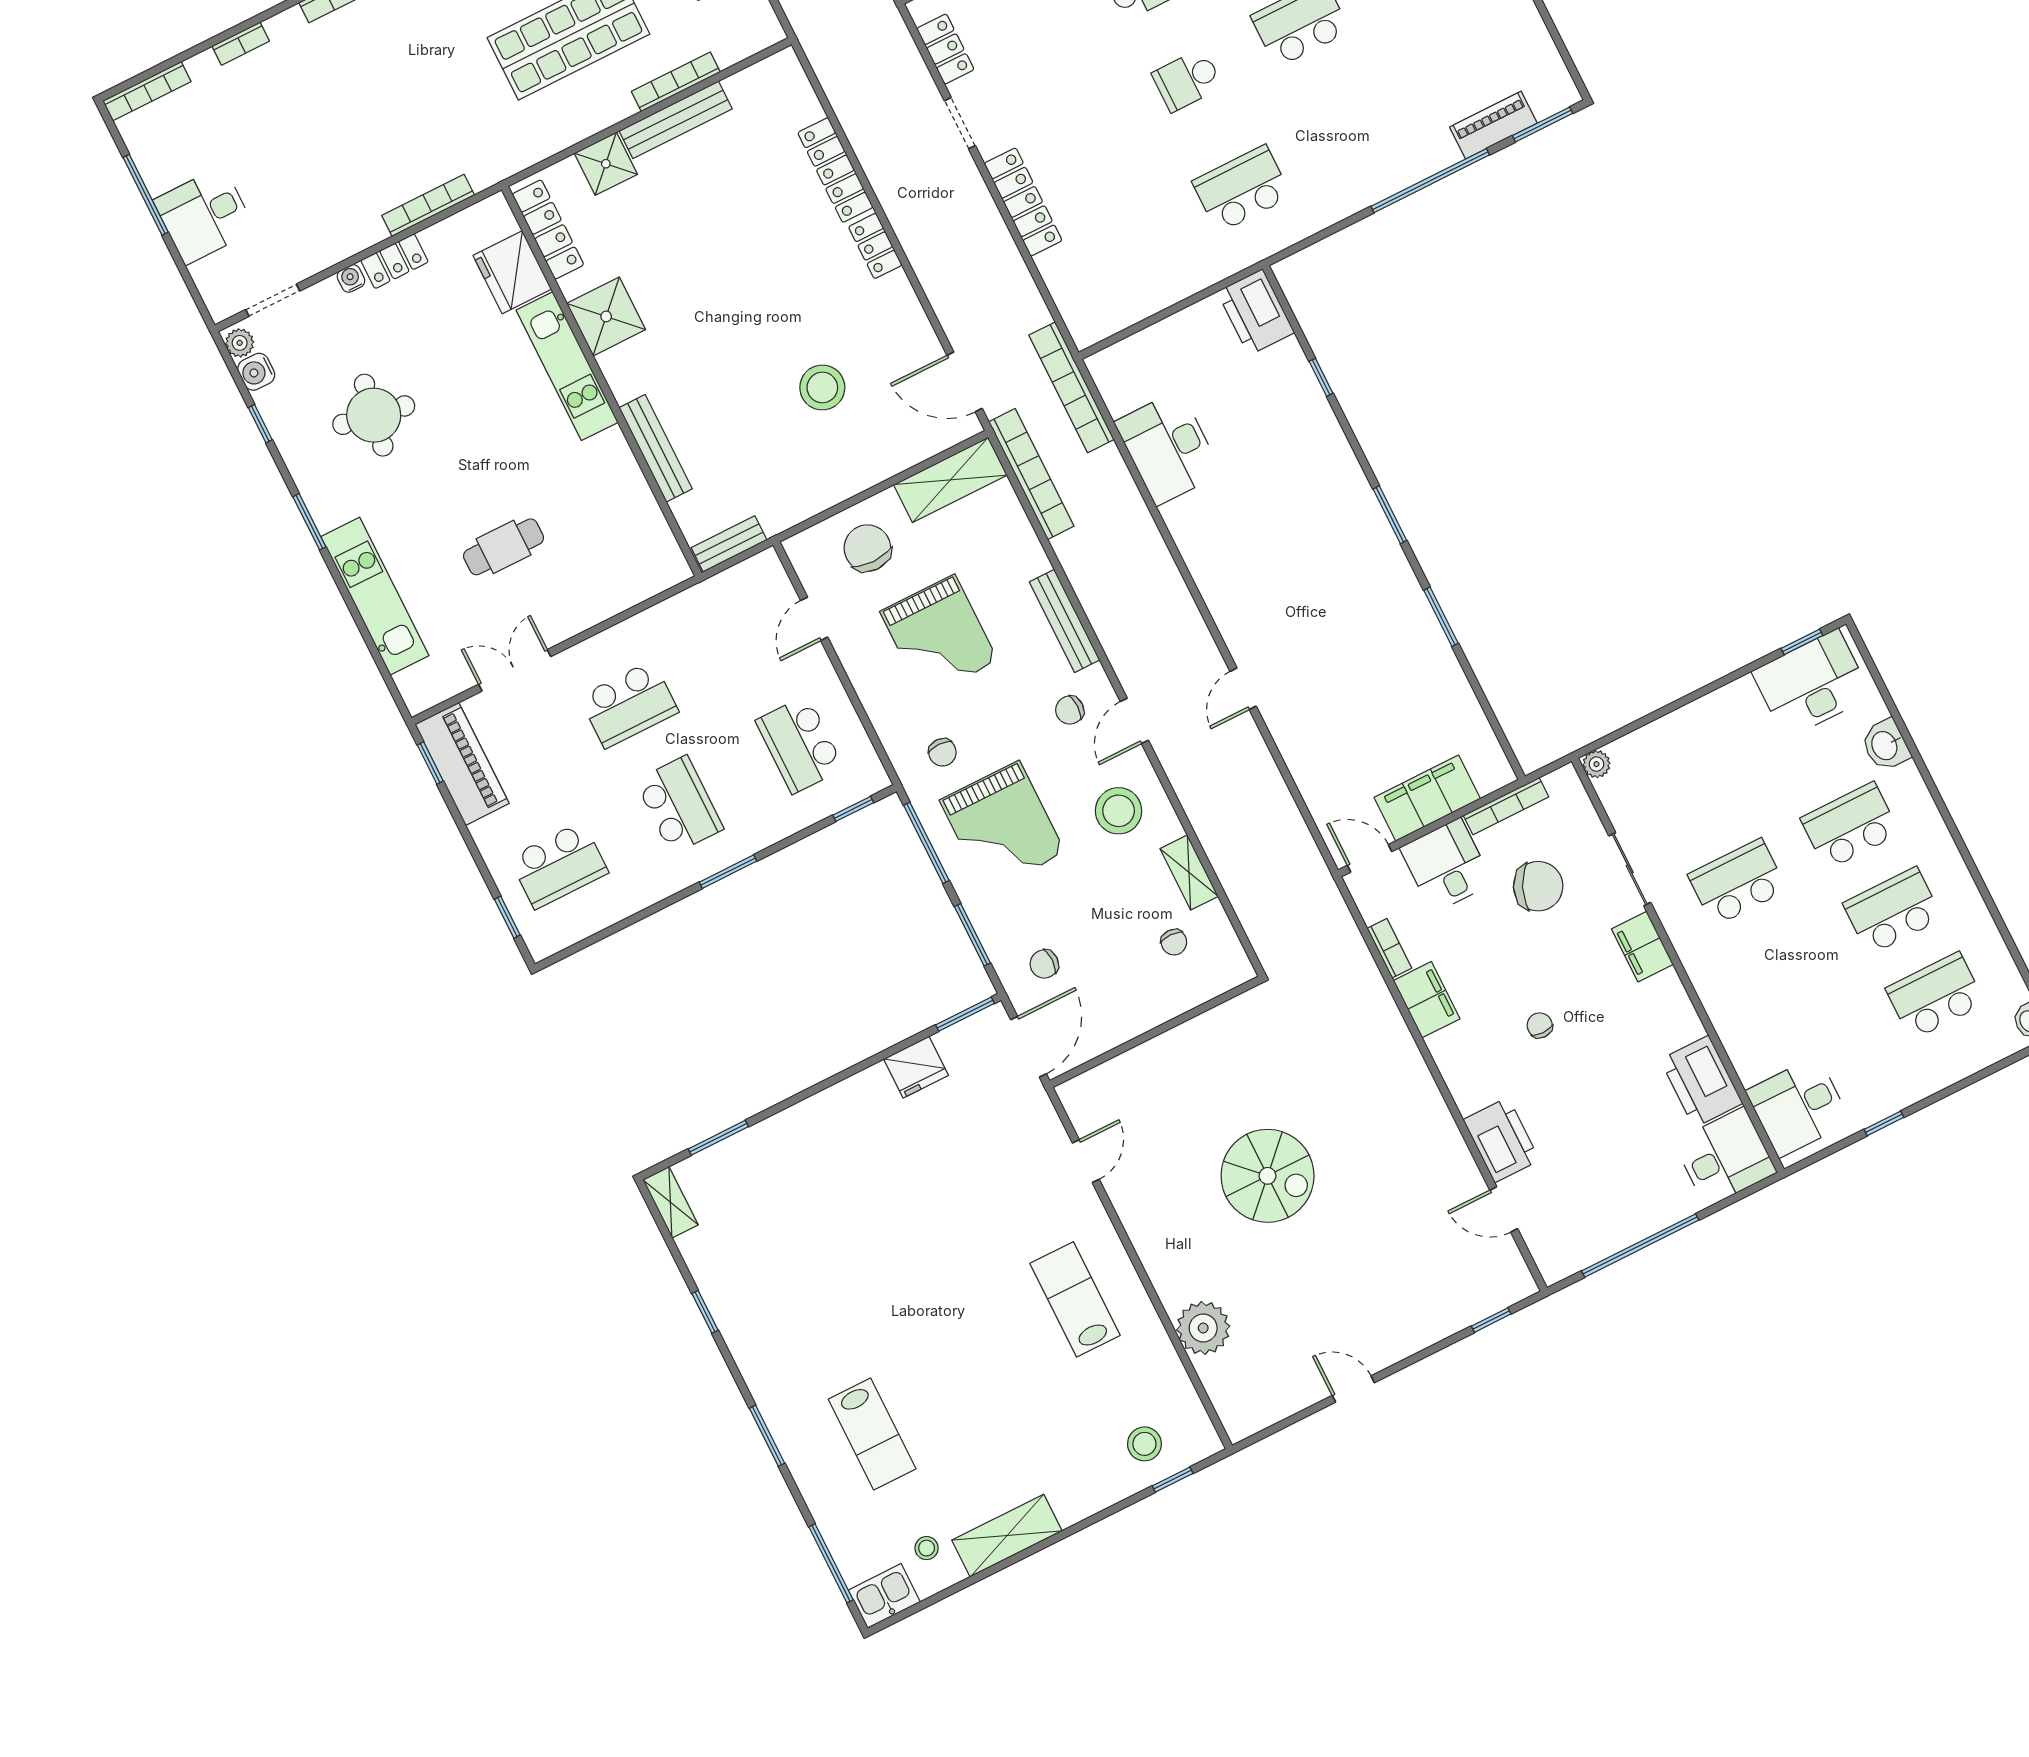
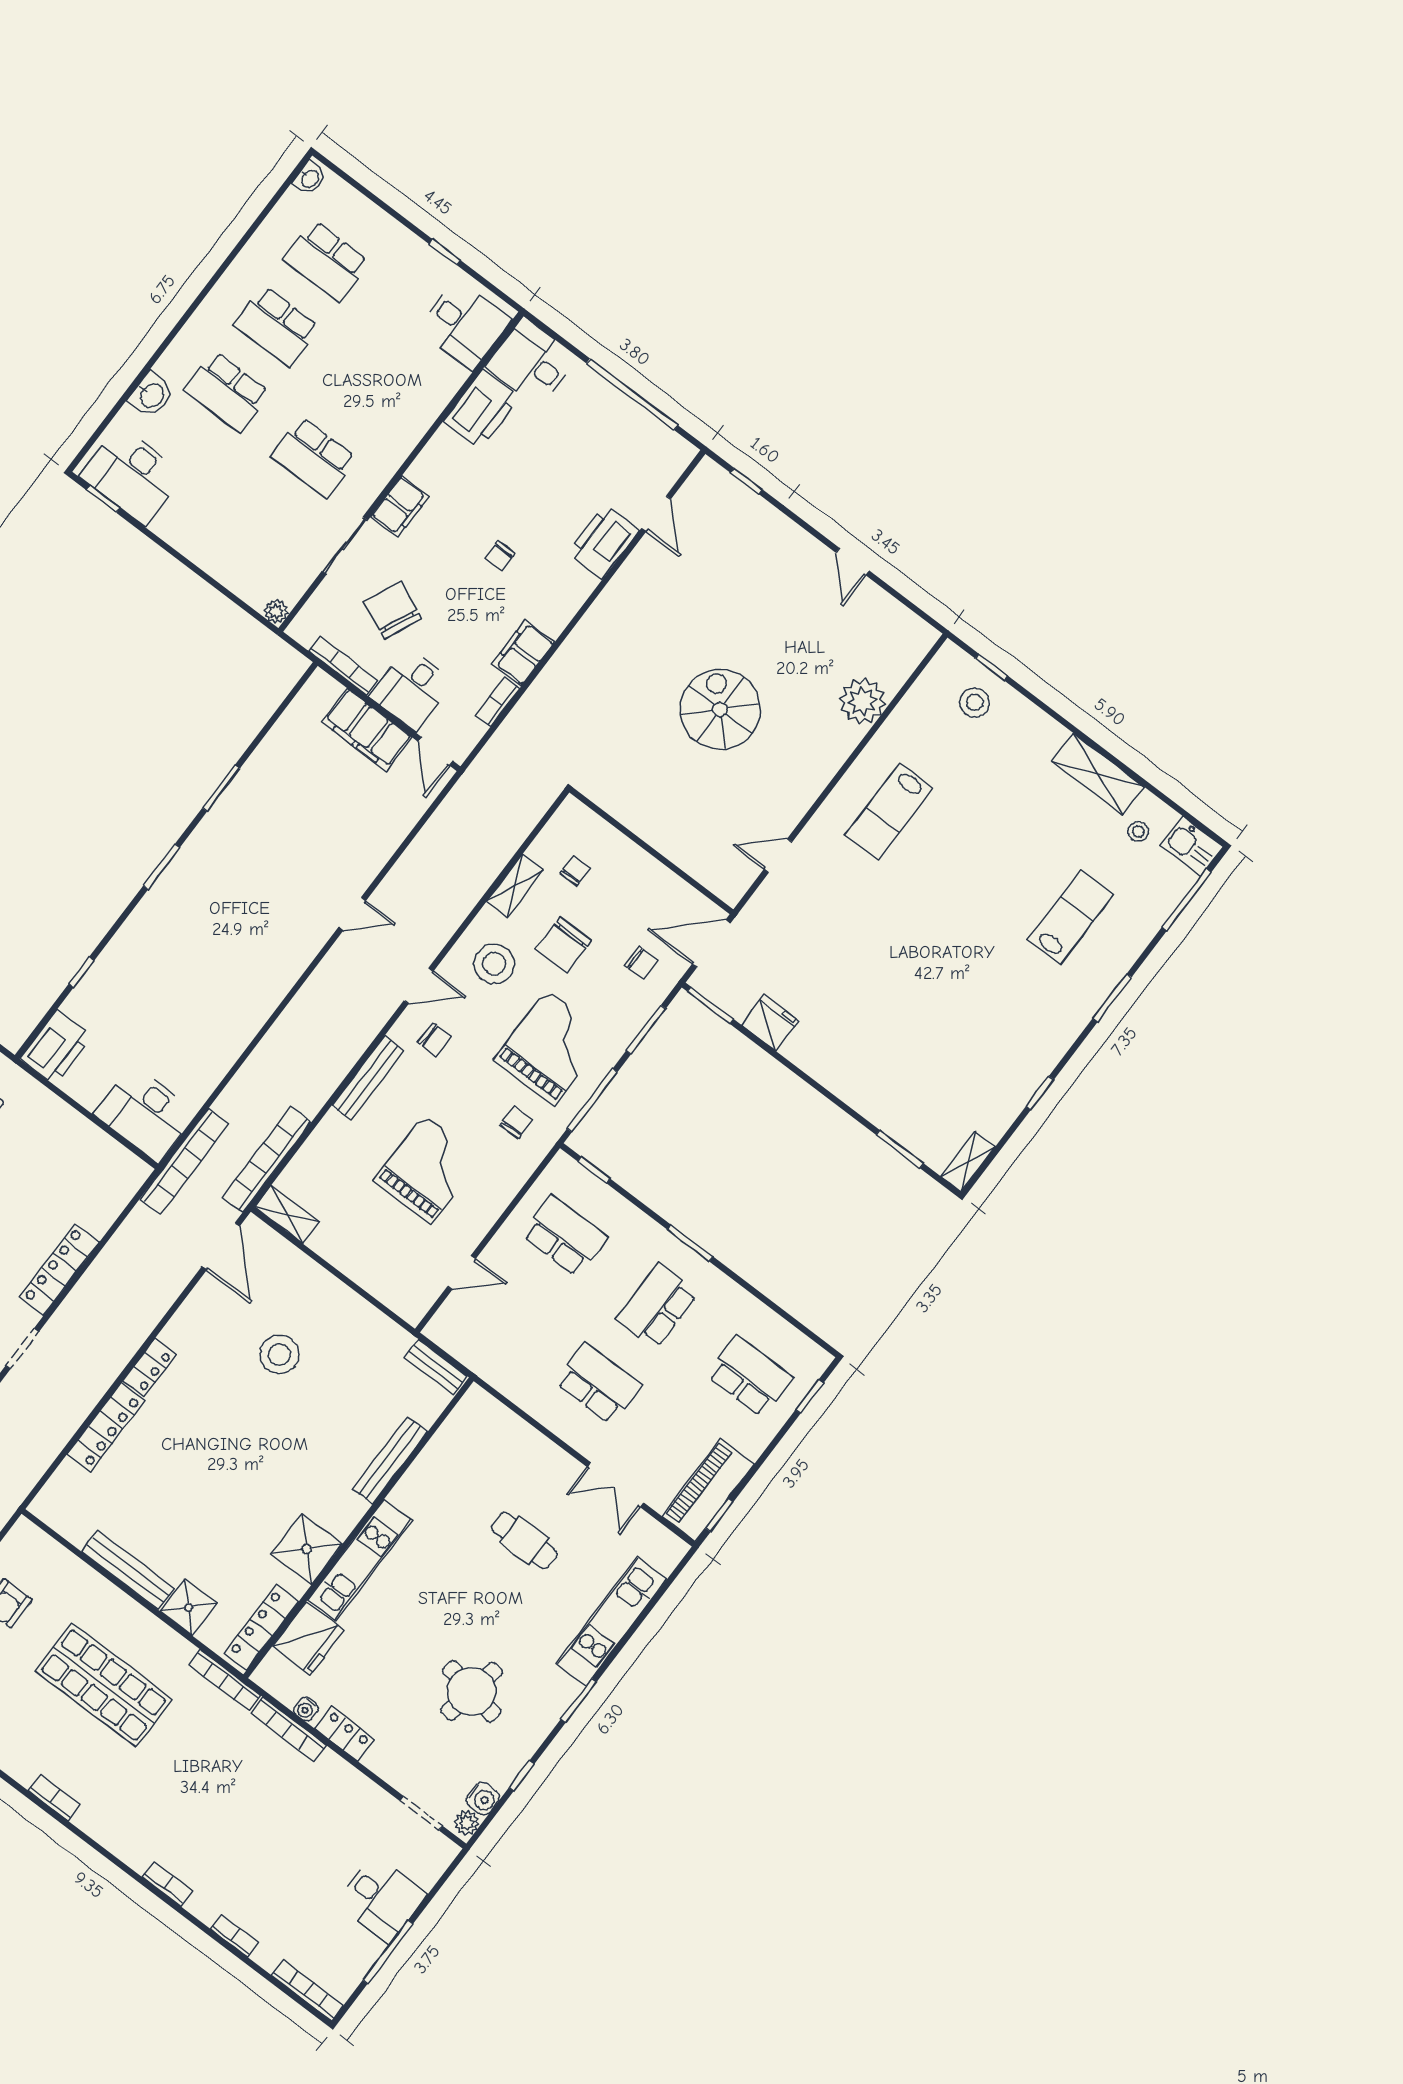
bookcase: (676, 82) -> (225, 1680), moved
water cooler: (351, 278) -> (306, 1709), moved
desk: (1168, 448) -> (145, 1114), moved, turned 90
shelving: (950, 480) -> (287, 1215), width x0.67, depth x0.75
chair: (867, 548) -> (564, 945), moved
school desk: (800, 745) -> (564, 1236), turned -90

